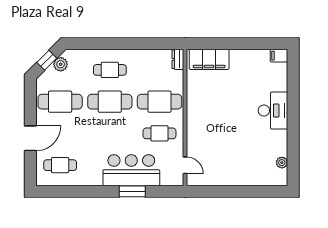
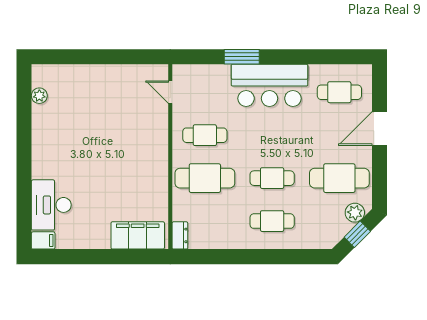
plant: (61, 64) -> (355, 213), moved
cafe table: (110, 102) -> (272, 178), width x0.73, depth x0.74
desk: (273, 111) -> (51, 205), moved
bar counter: (131, 170) -> (269, 85), moved

